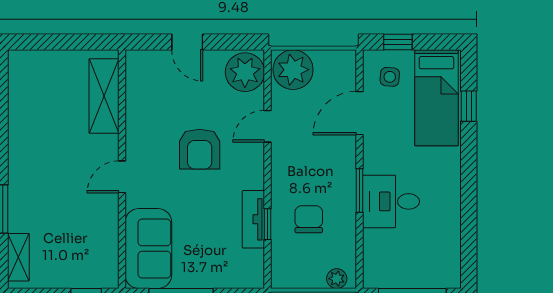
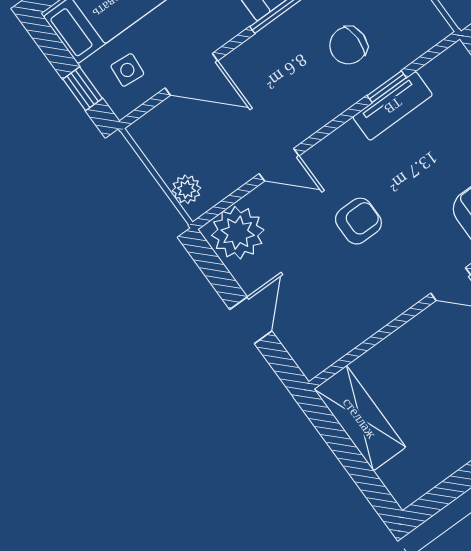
plant: (293, 70) -> (186, 189), width x0.53, depth x0.53
shelving: (104, 96) -> (360, 418), moved, turned 90
armchair: (200, 149) -> (358, 221), width x0.72, depth x0.72

